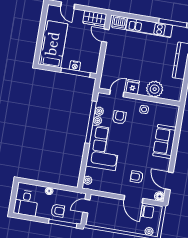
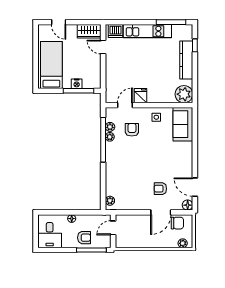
plant: (155, 89) -> (184, 94), moved
sofa: (164, 141) -> (183, 124), moved
corner sofa: (104, 148) -> (121, 164), removed
door: (133, 199) -> (161, 212), hinge flipped

